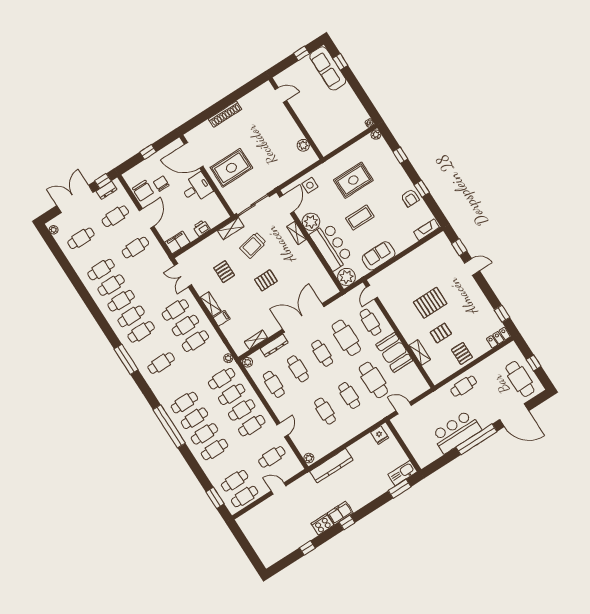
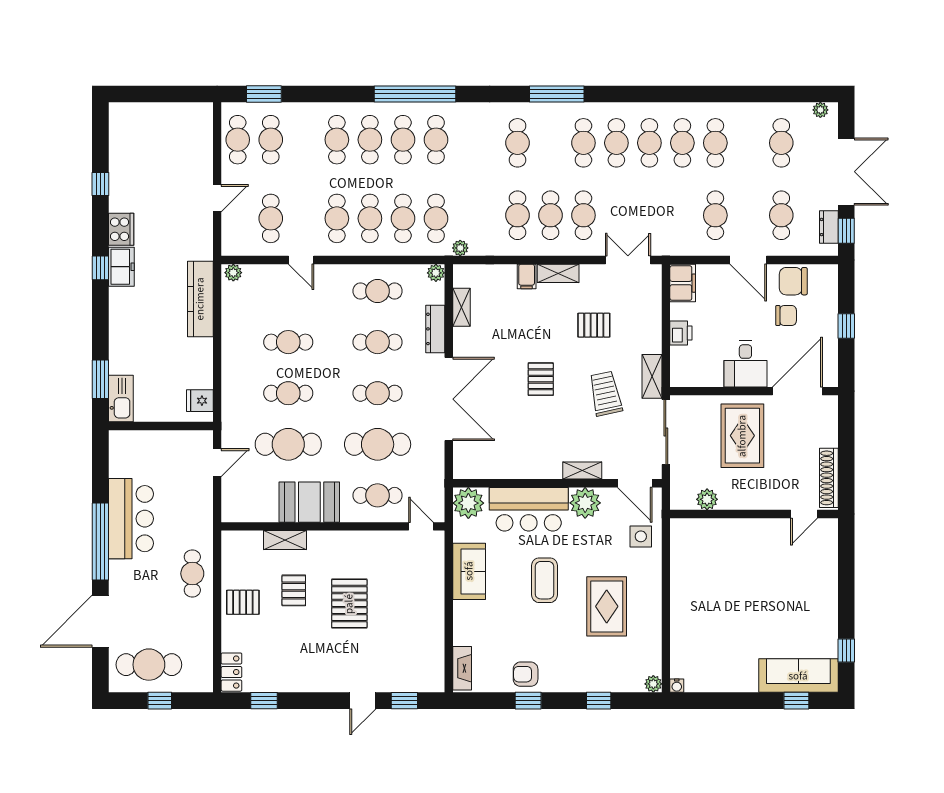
door: (281, 95) -> (804, 514), moved
wall: (296, 119) -> (754, 514), moved
plant: (303, 145) -> (707, 499), moved

